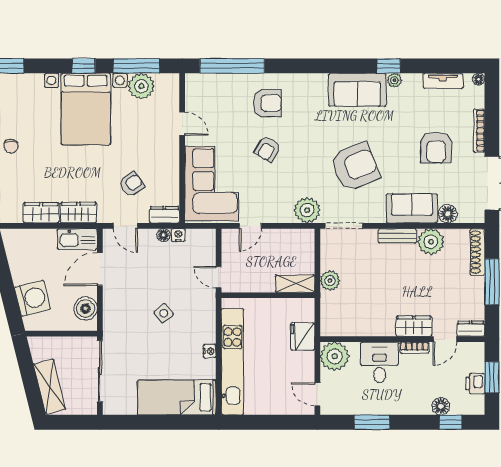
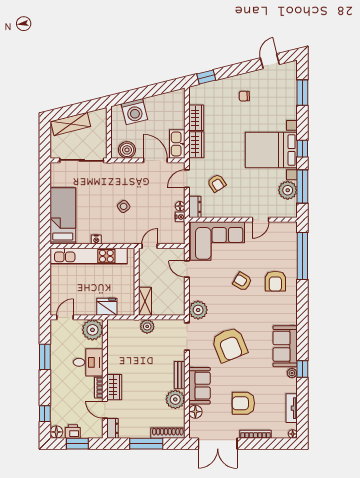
floor lamp: (441, 406) -> (56, 432), moved

